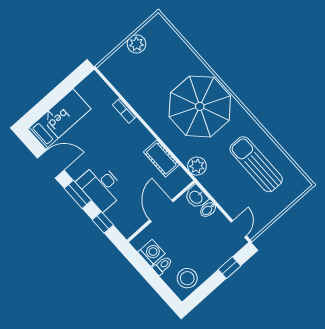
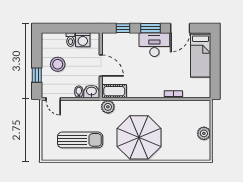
cot: (161, 158) -> (114, 91), moved
desk: (101, 187) -> (154, 45), moved
stool: (187, 278) -> (58, 64), moved

